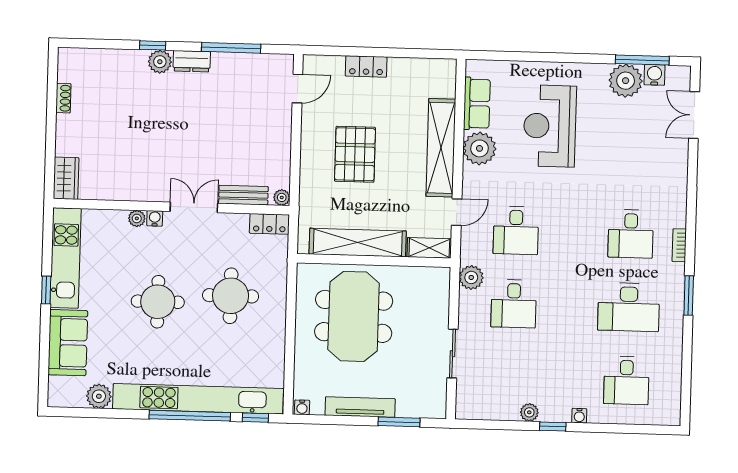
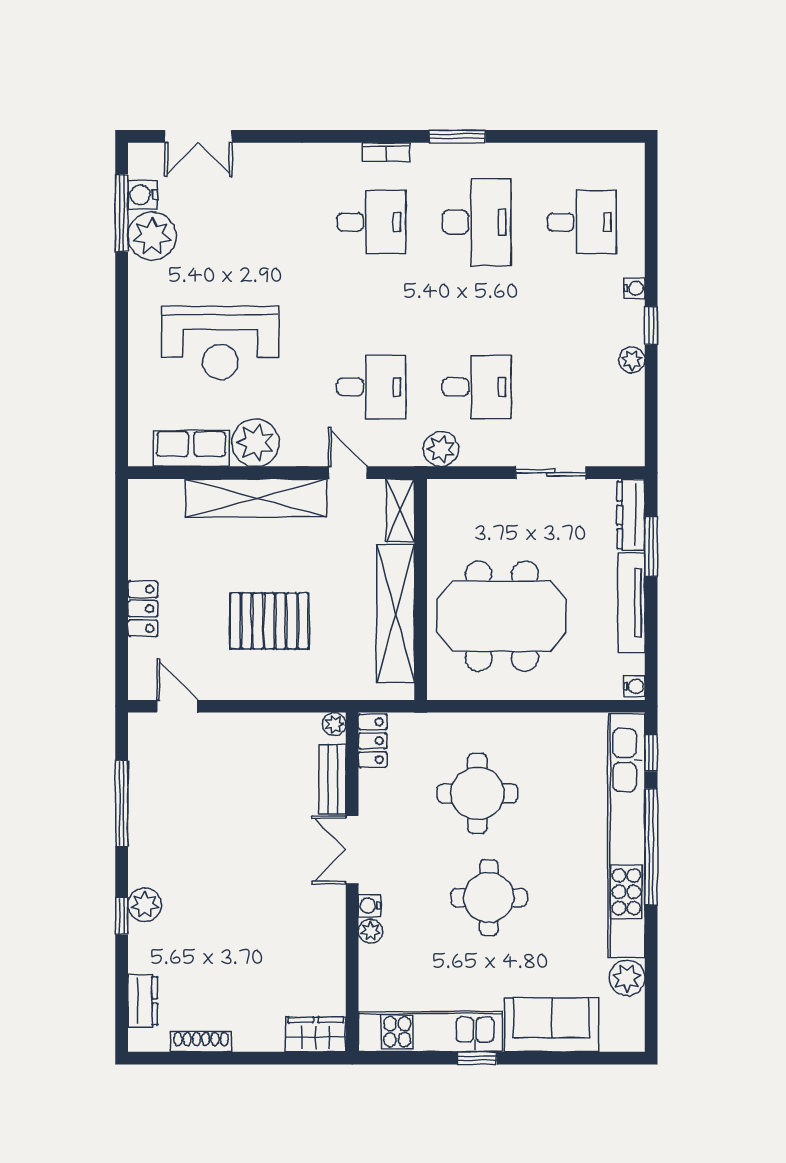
dresser: (192, 61) -> (143, 1001), moved
shoe rack: (63, 98) -> (201, 1042), width x1.43
dresser: (421, 409) -> (631, 515), added

